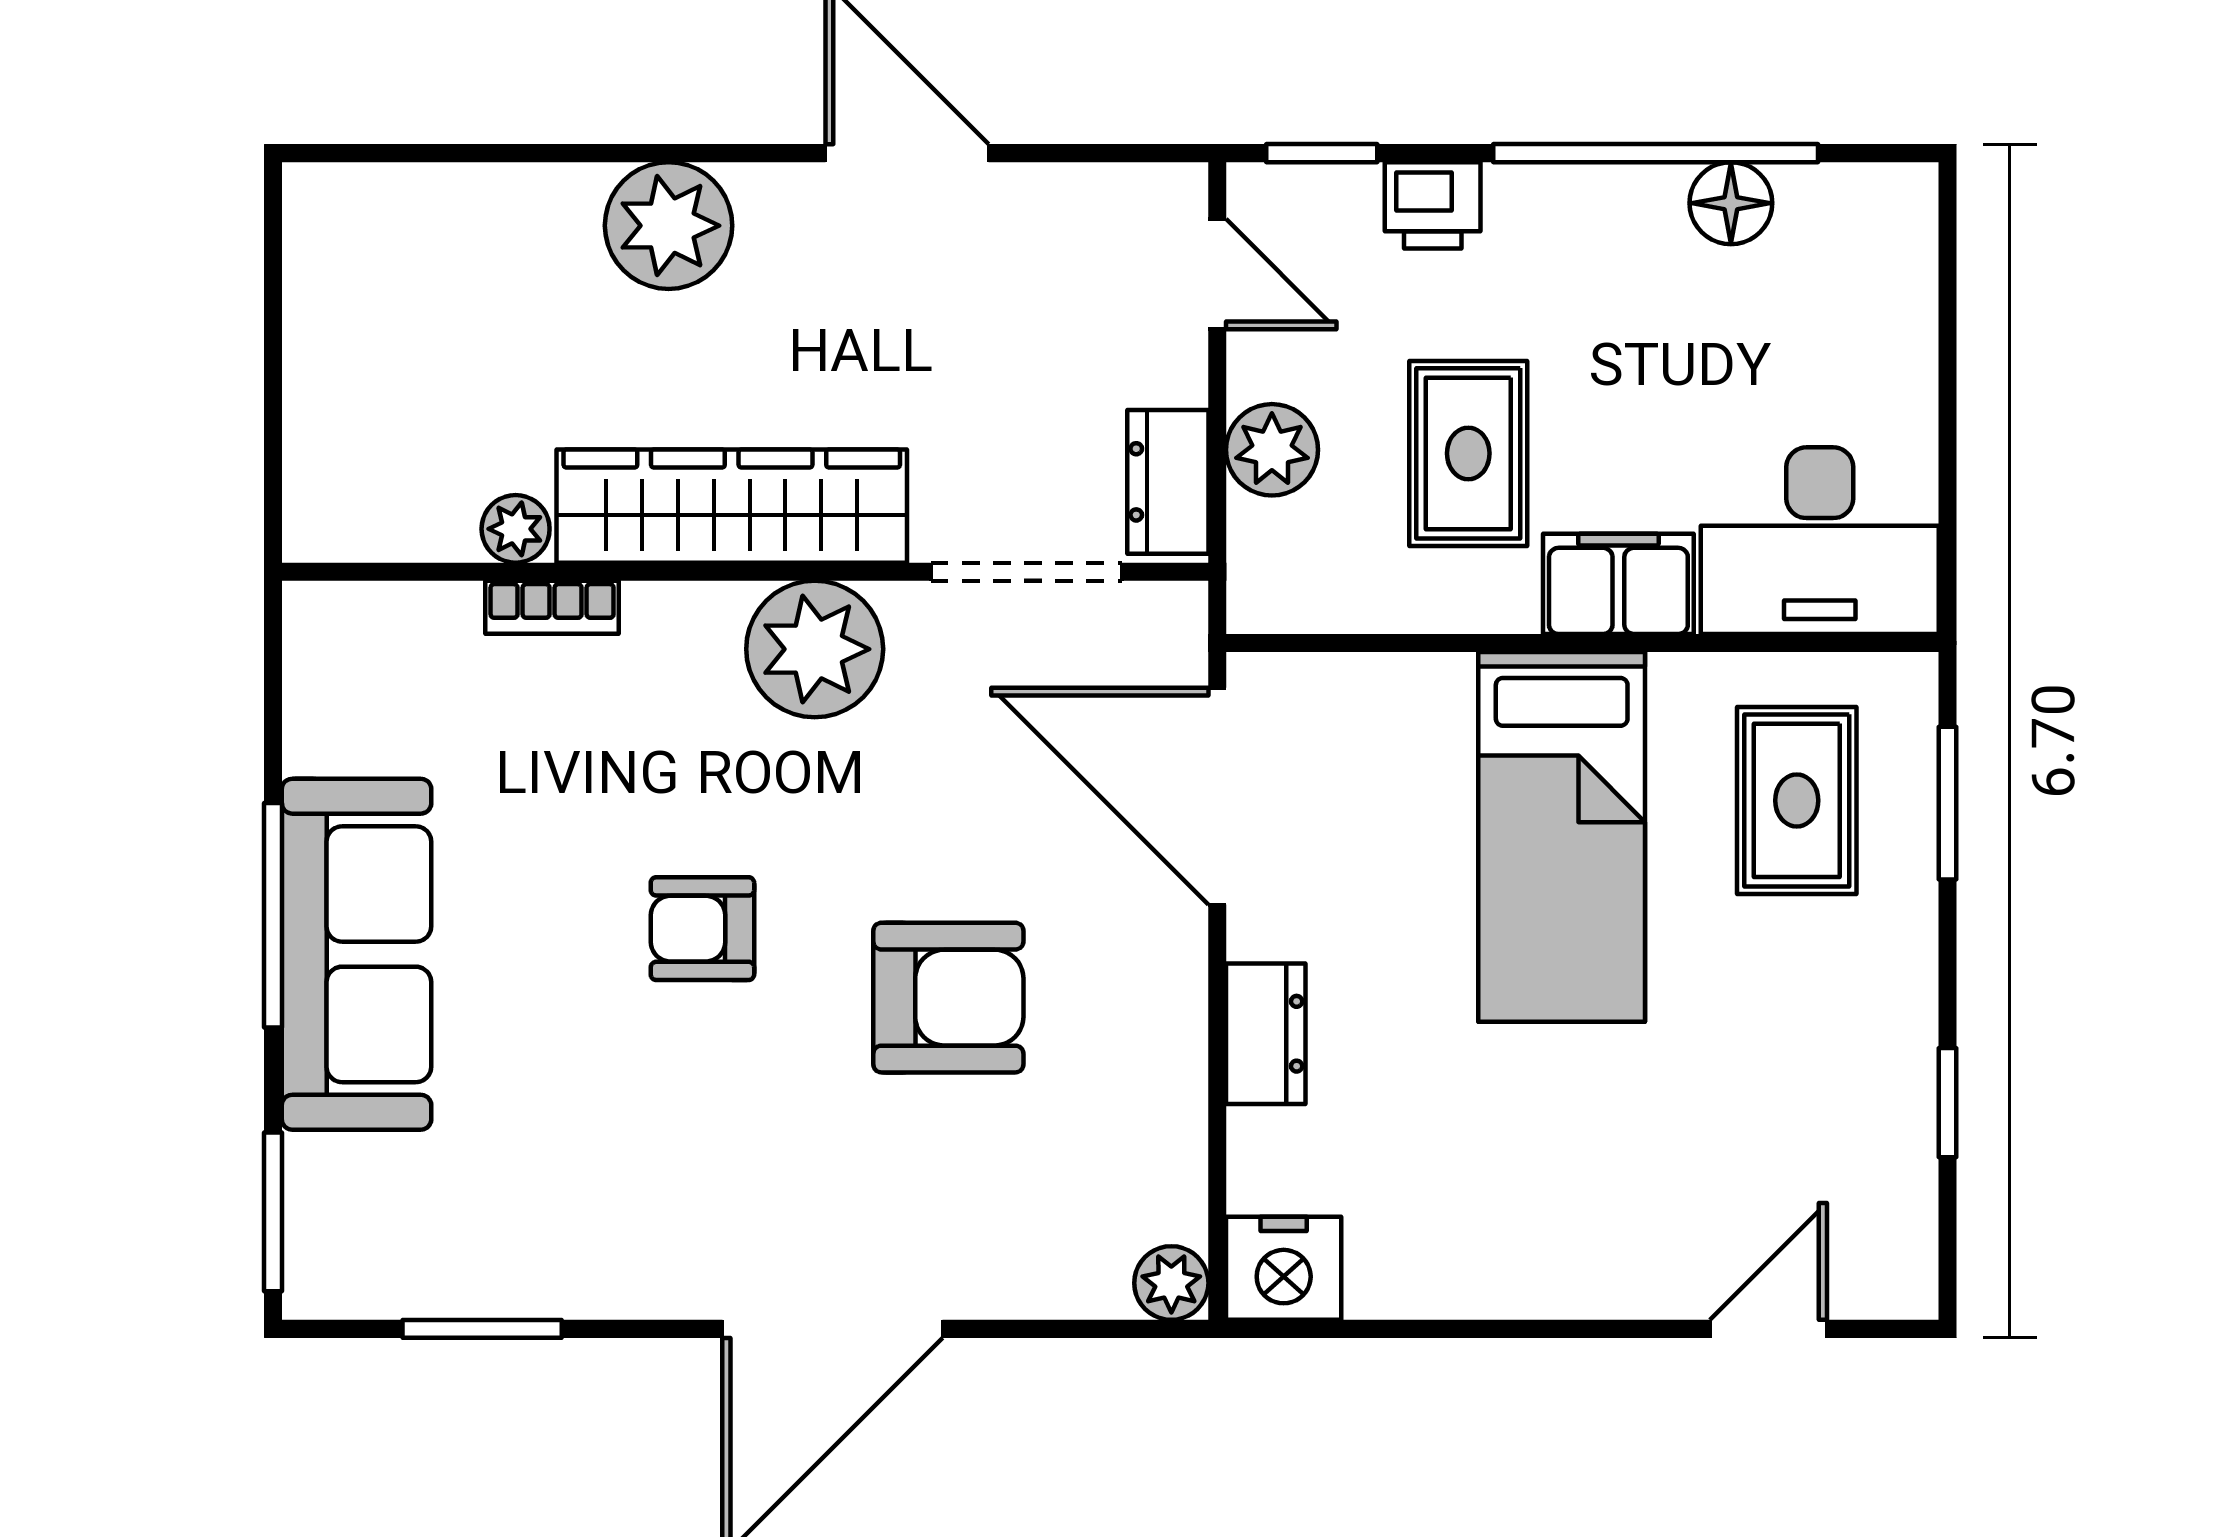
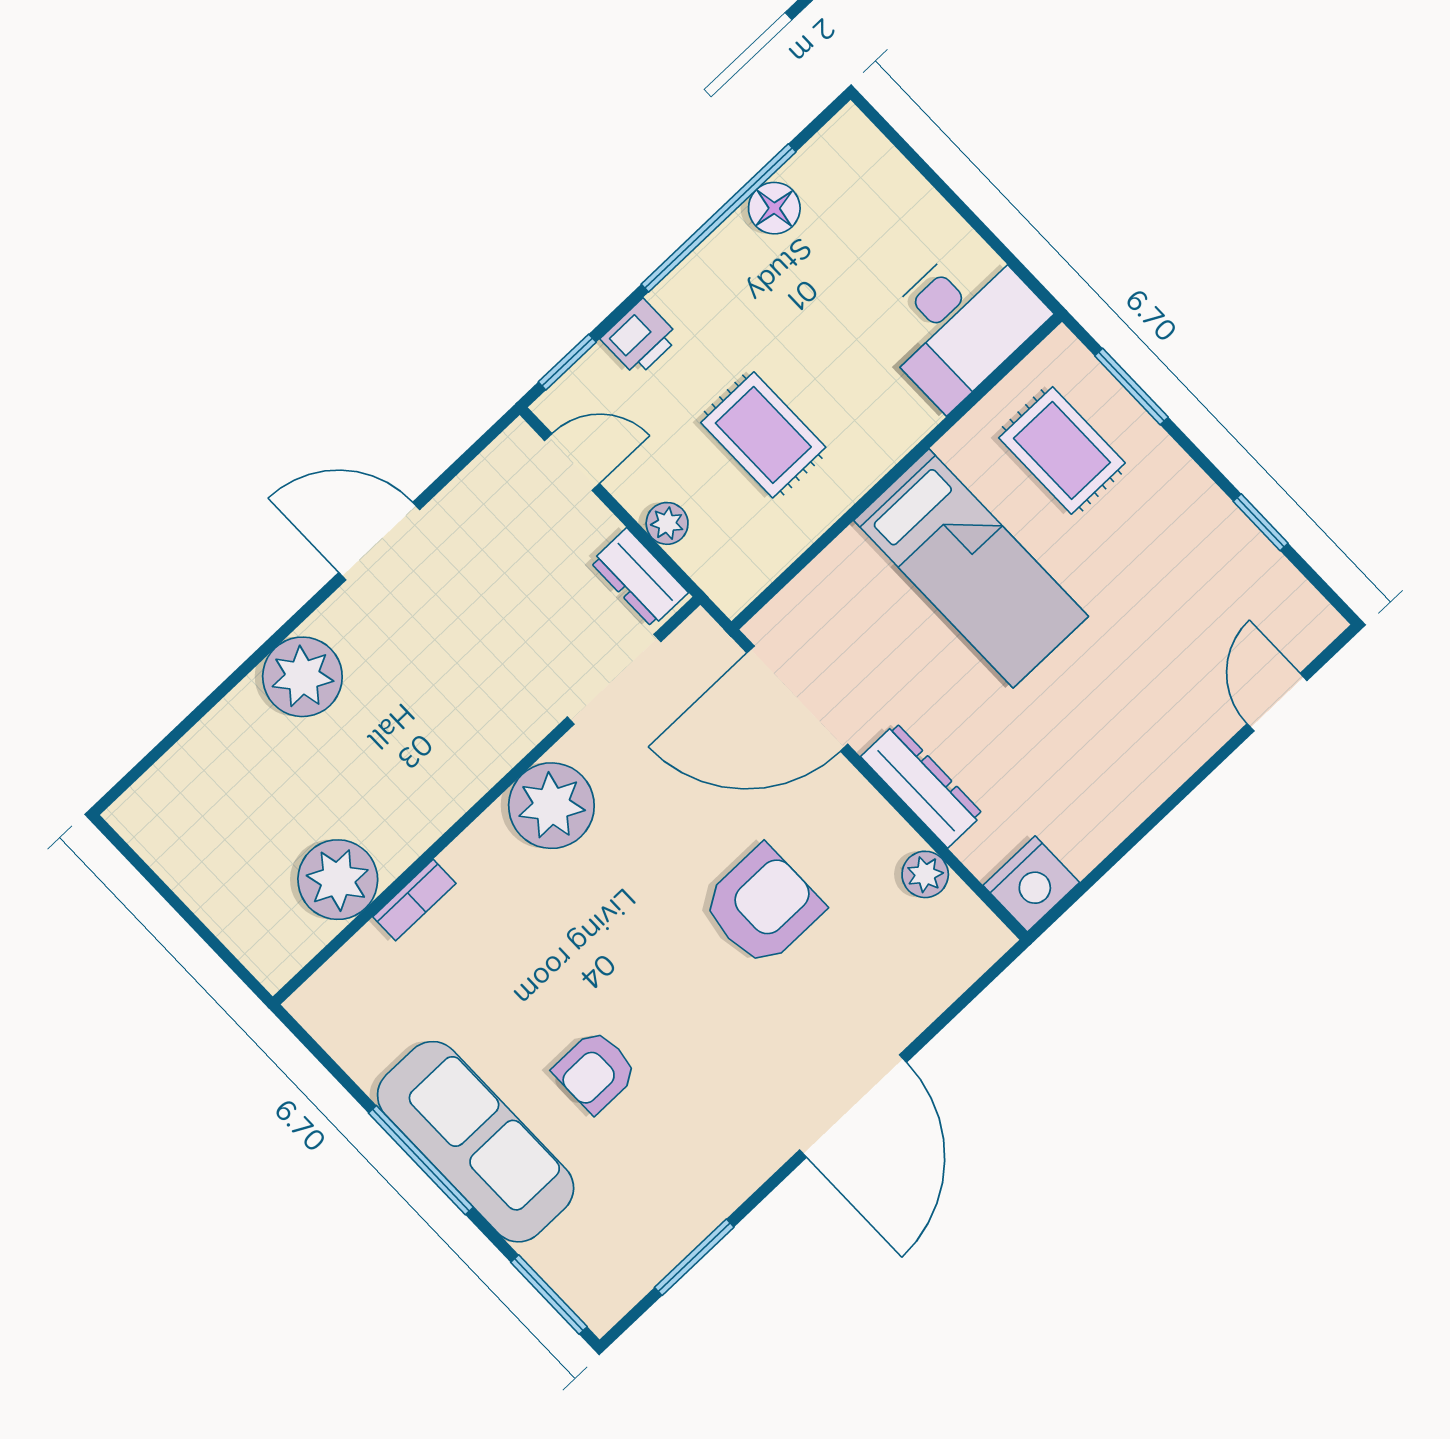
plant: (1272, 450) -> (667, 523), width x0.73, depth x0.73
wardrobe: (732, 506) -> (452, 777), removed
plant: (516, 529) -> (338, 880), width x1.87, depth x1.87
filing cabinet: (1618, 584) -> (888, 429), removed
armchair: (702, 929) -> (595, 1071), moved
dresser: (1266, 1034) -> (922, 785), width x1.44
plant: (1171, 1283) -> (925, 874), moved

